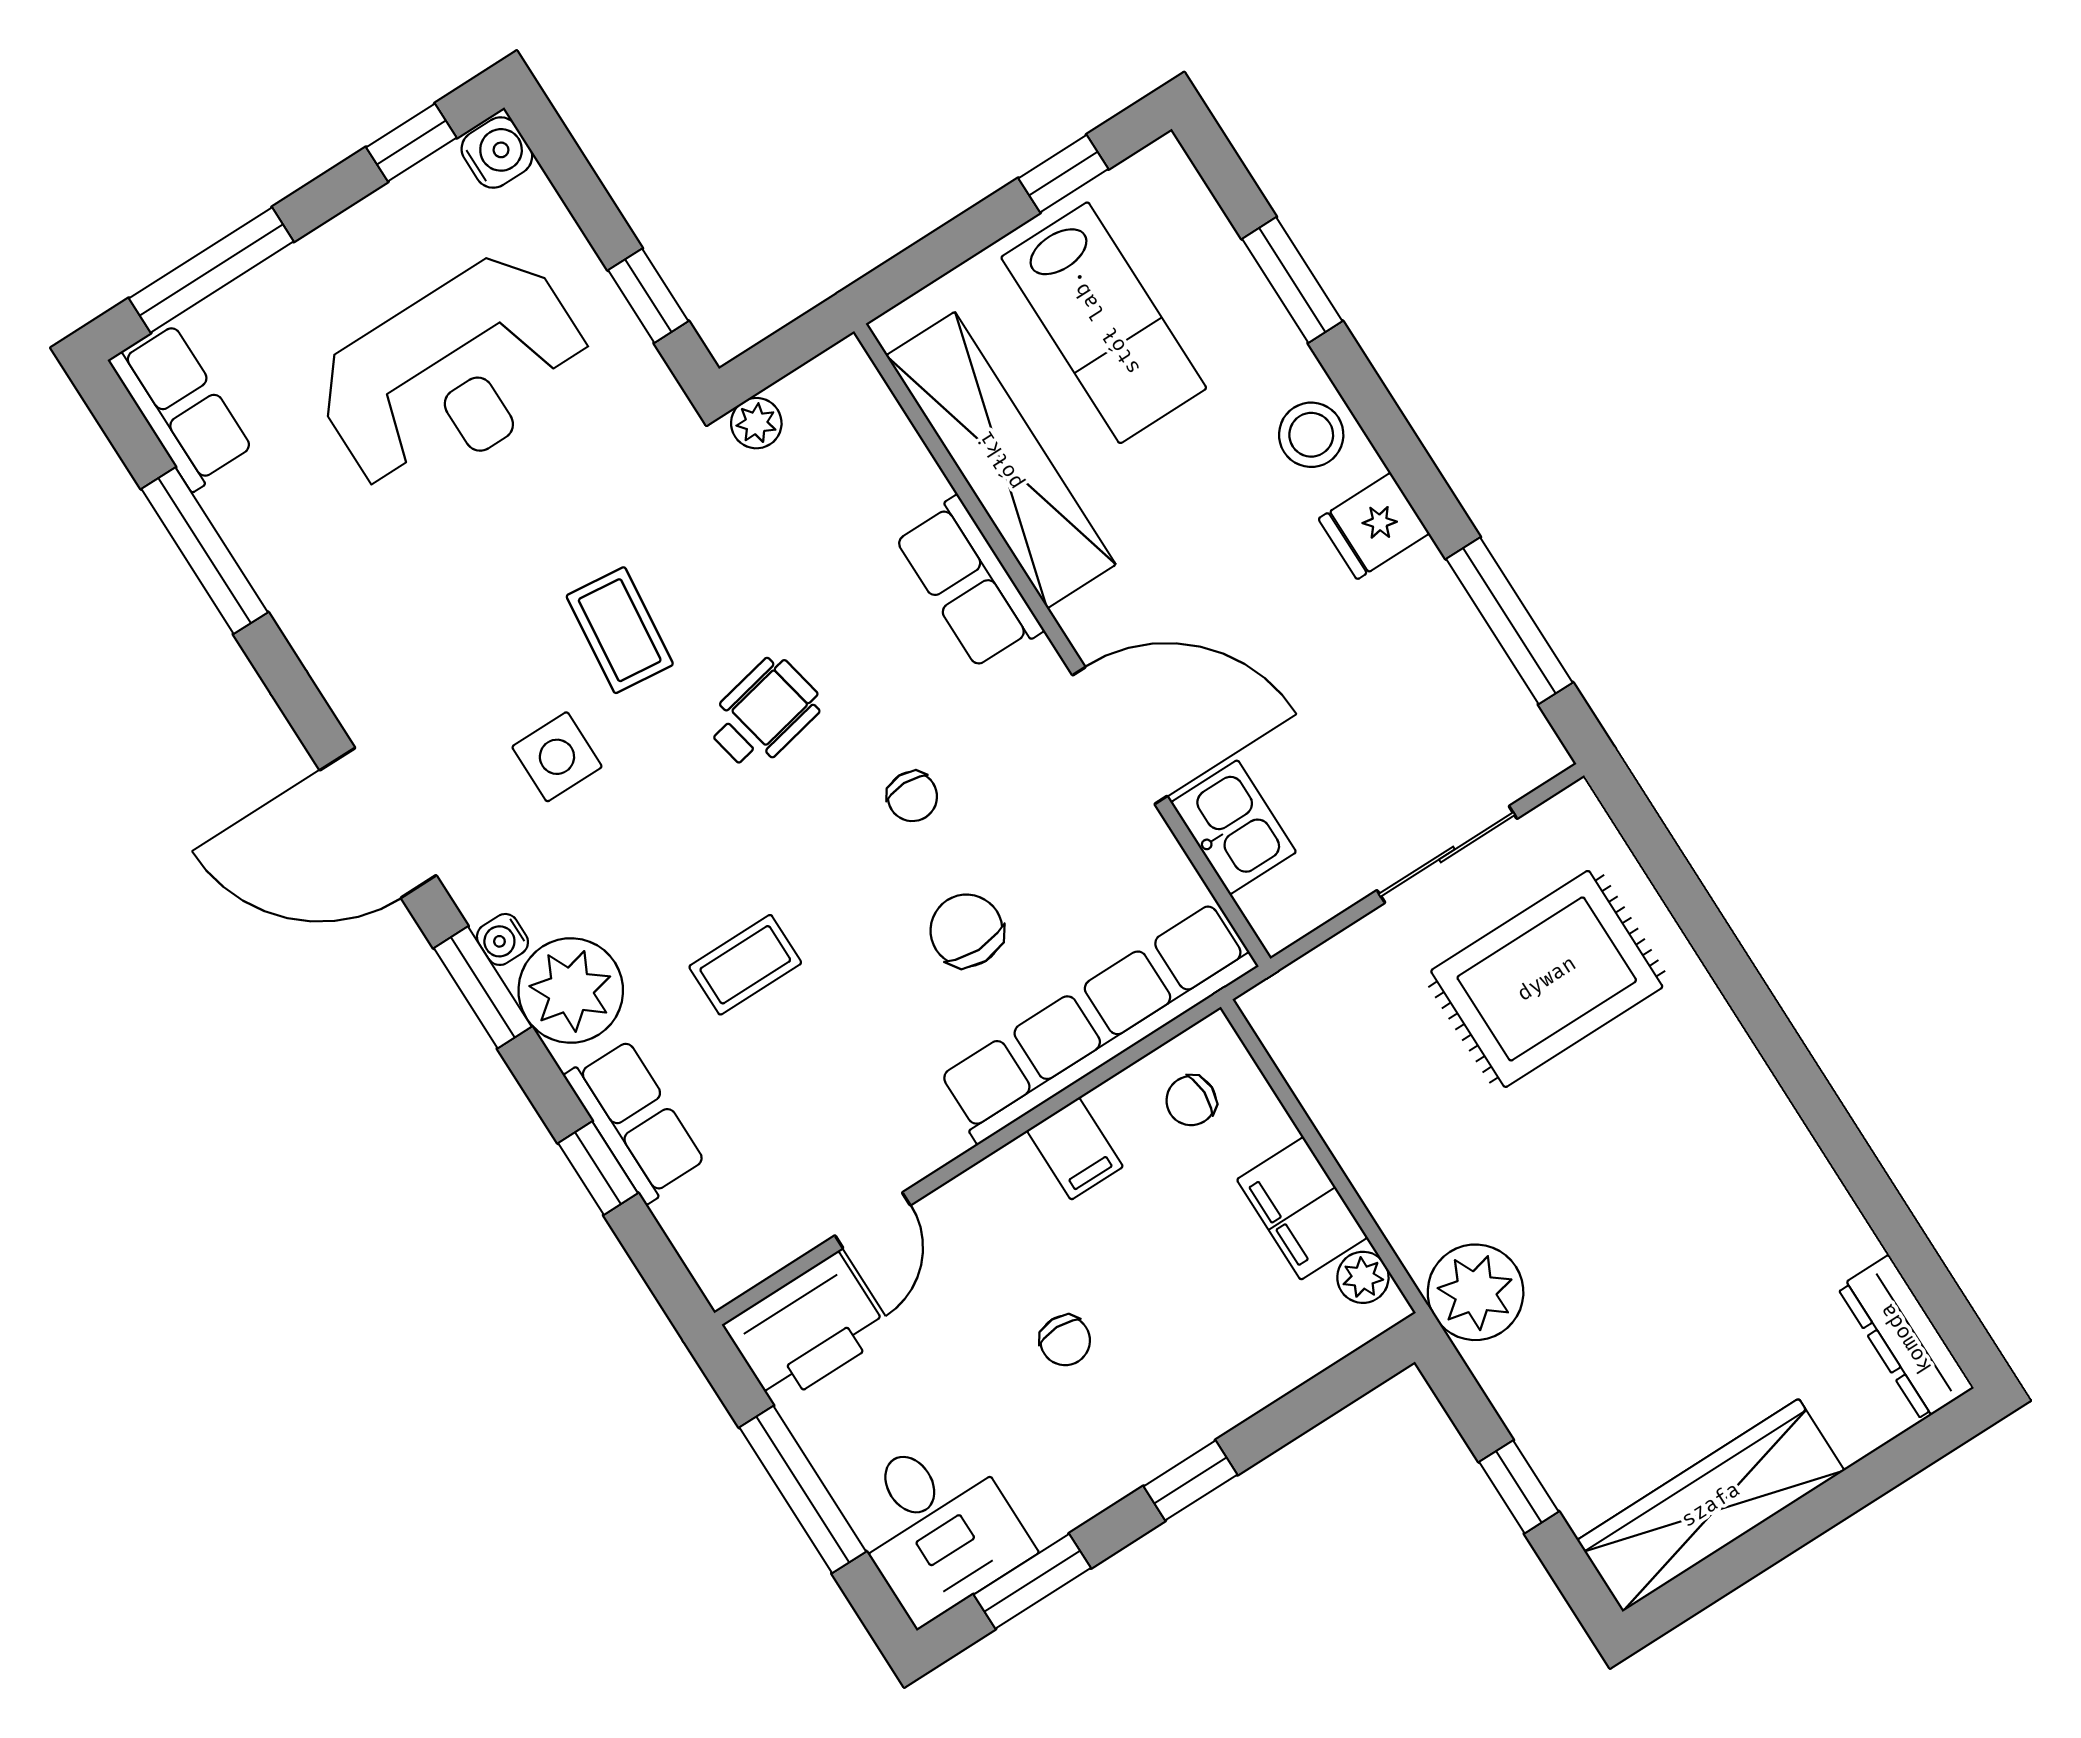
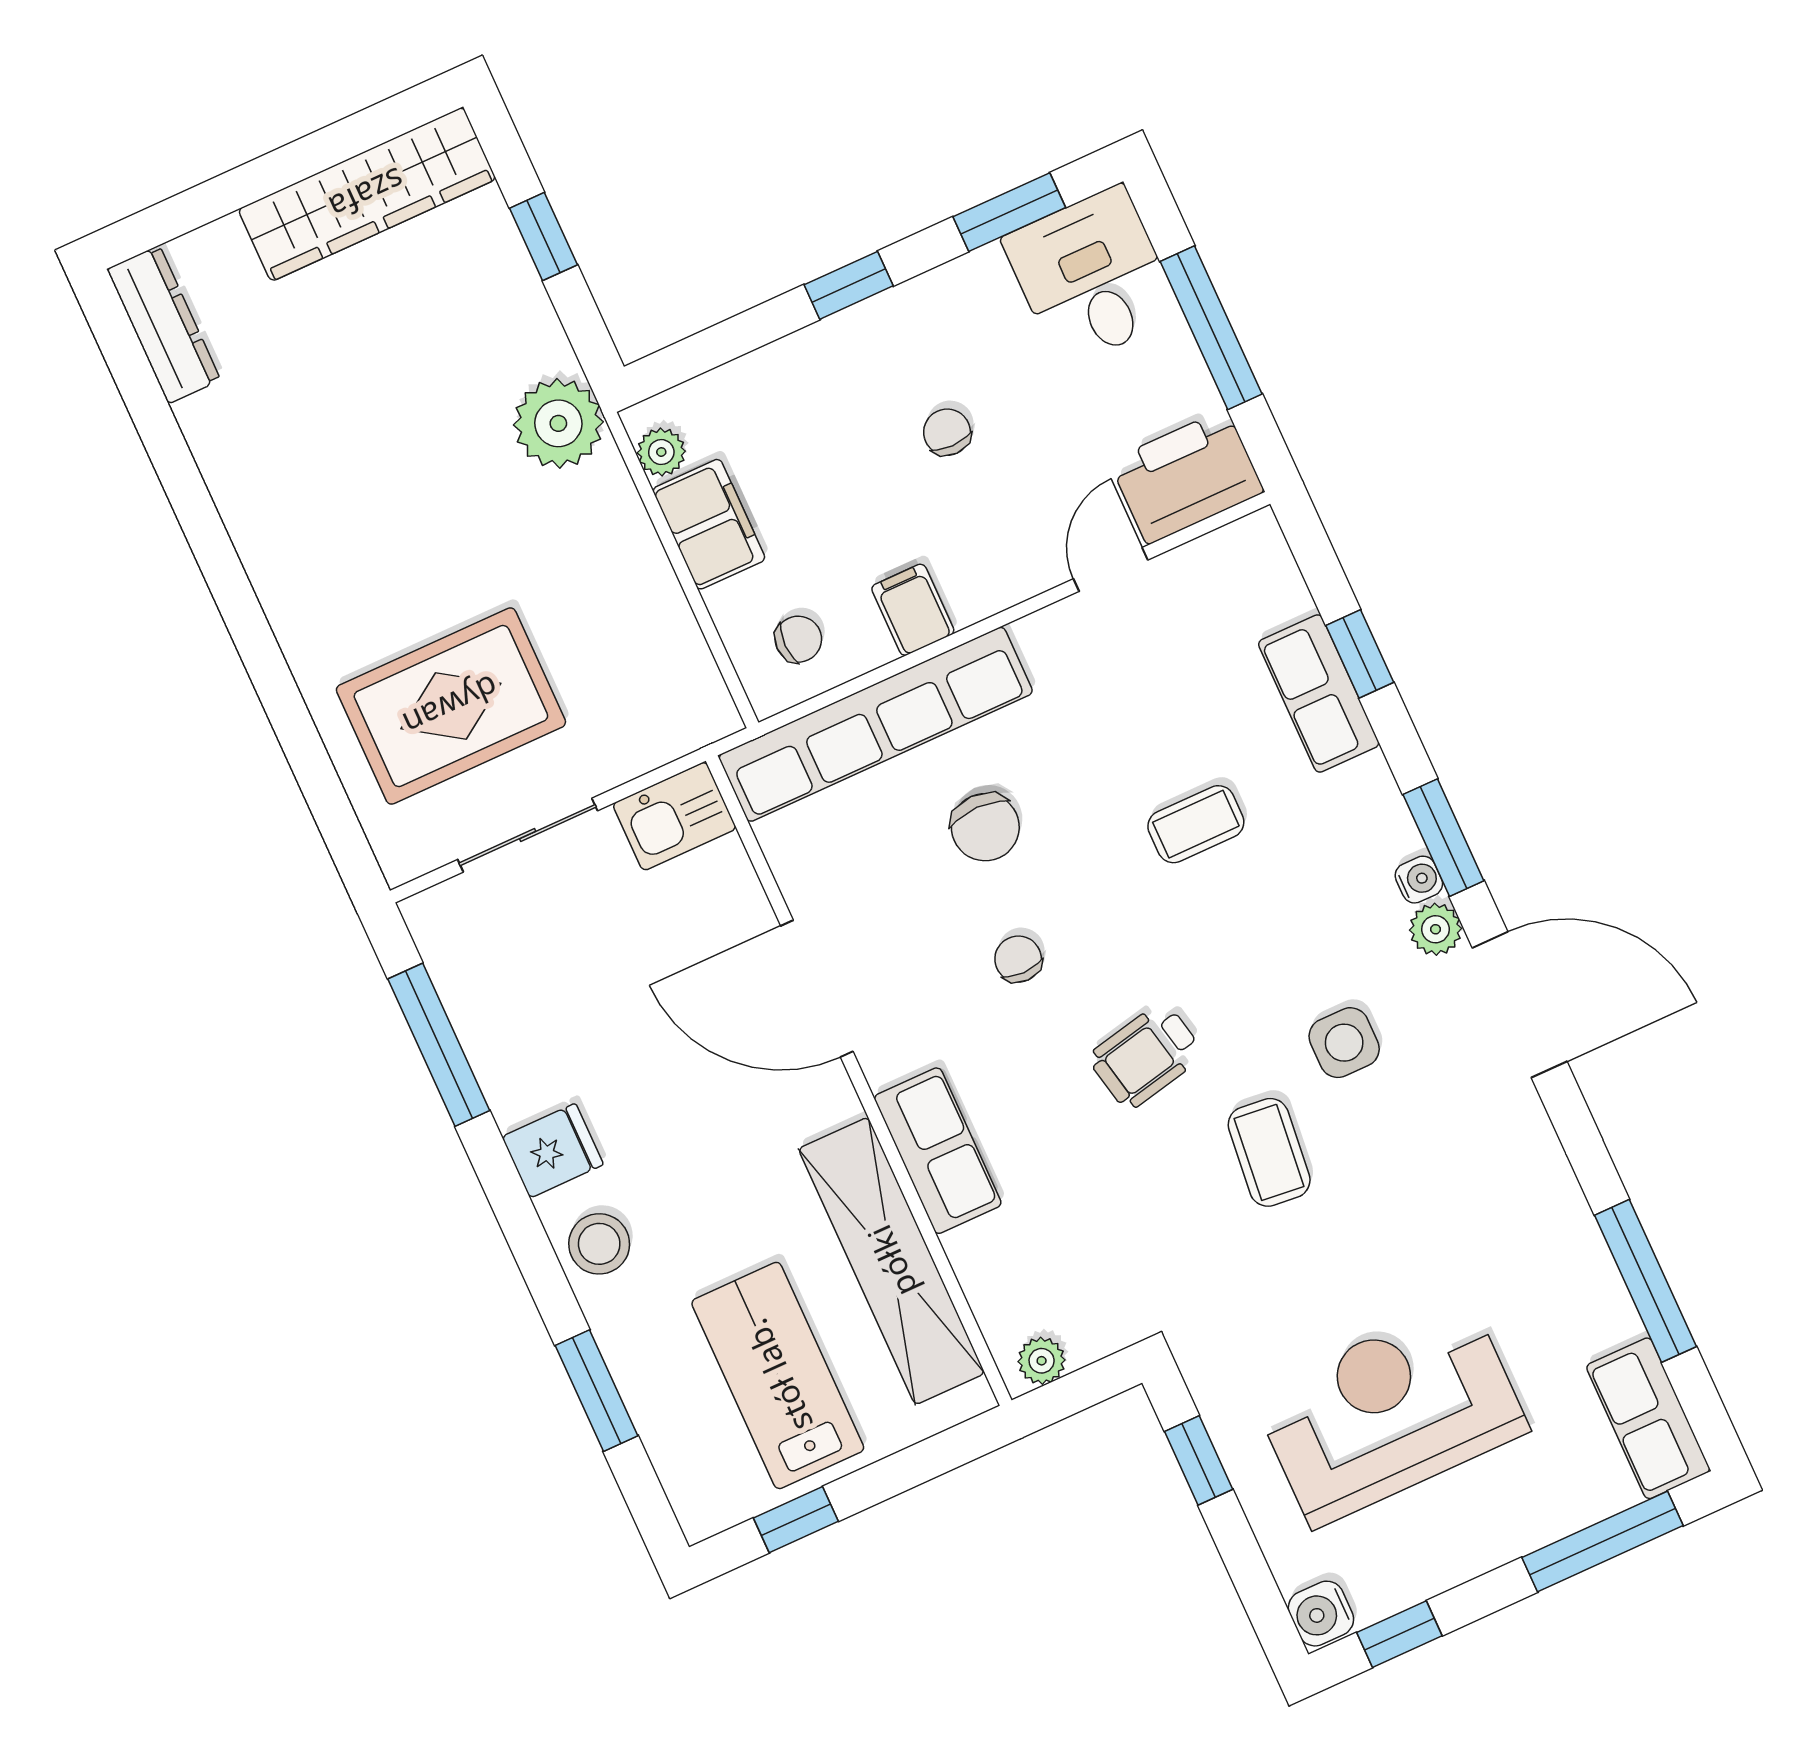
plant: (756, 423) -> (1042, 1361), moved
kitchen sink: (1234, 827) -> (674, 816), moved, turned -90
plant: (571, 991) -> (1436, 929), moved, width x0.53, depth x0.53

